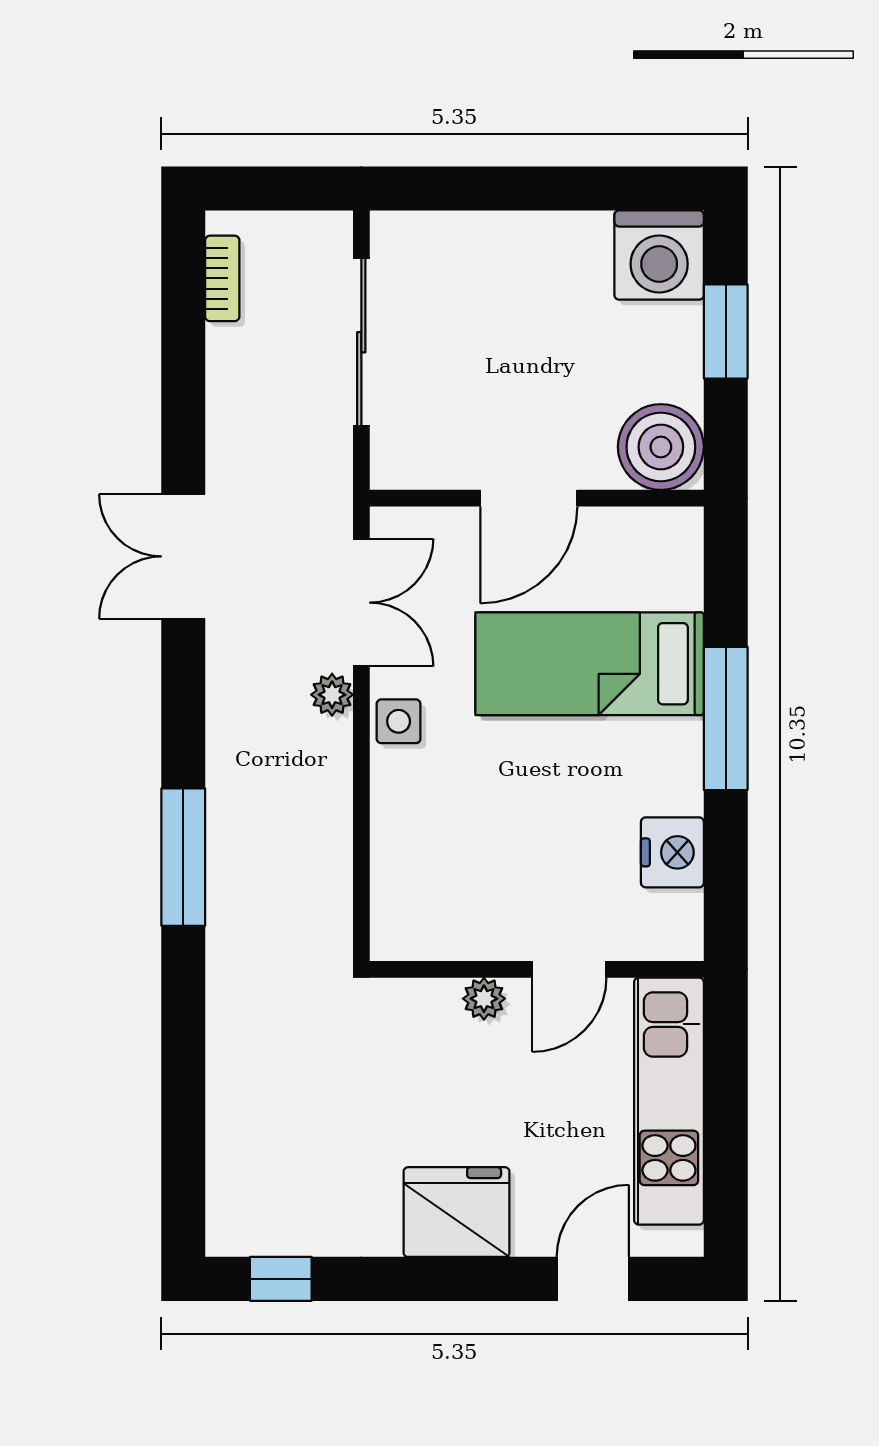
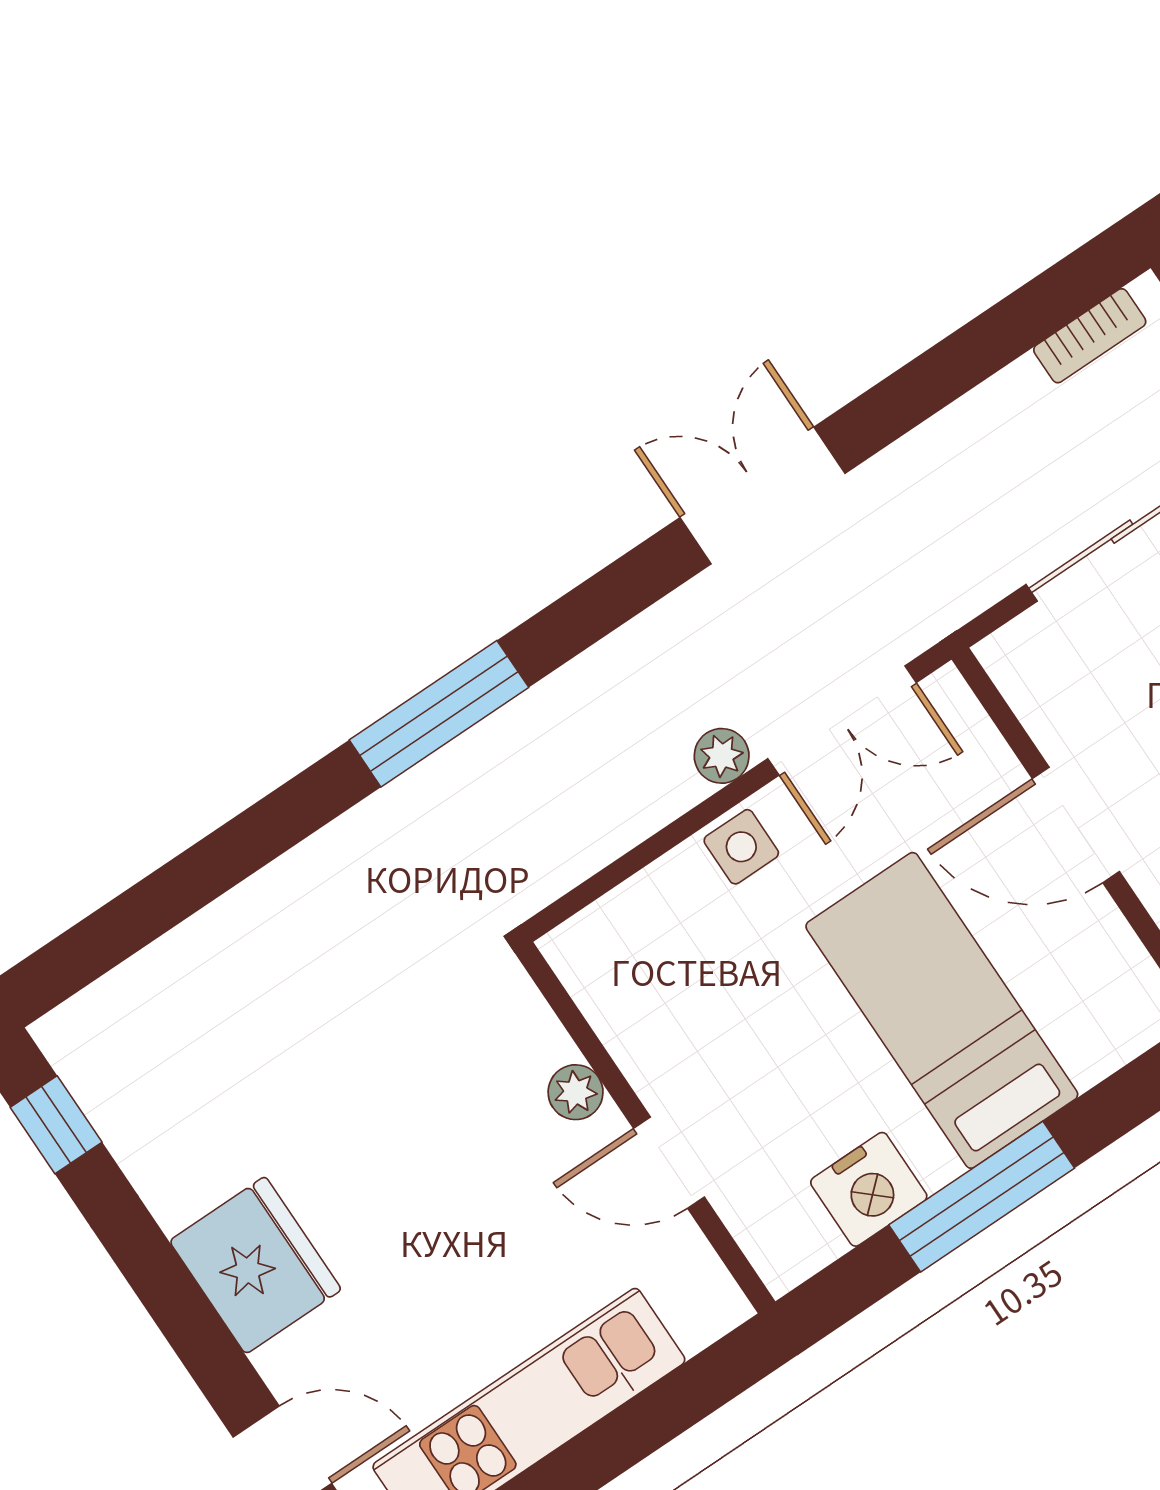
nightstand: (672, 852) -> (869, 1189), moved
wall: (537, 969) -> (645, 1128), moved
door: (569, 969) -> (669, 1163), moved
plant: (484, 999) -> (576, 1092), moved

